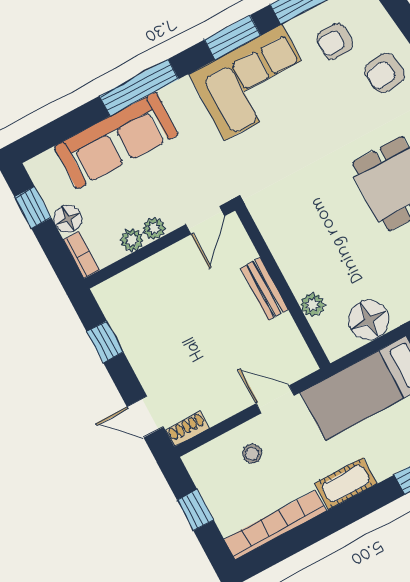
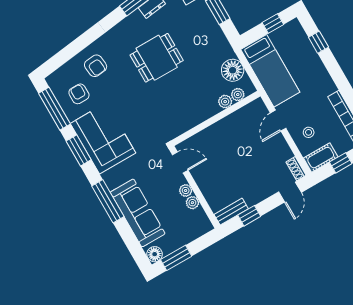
armchair: (335, 41) -> (79, 94), turned 180
window: (33, 207) -> (176, 258), width x1.50
floor lamp: (68, 219) -> (155, 254), moved
bookcase: (82, 255) -> (202, 230), removed
bench: (264, 289) -> (231, 212), moved
plant: (324, 328) -> (238, 95), added
cot: (346, 484) -> (321, 158), moved, turned 90

